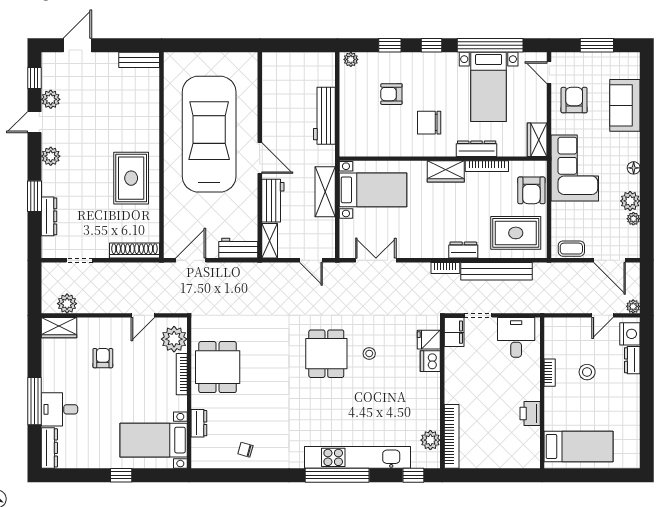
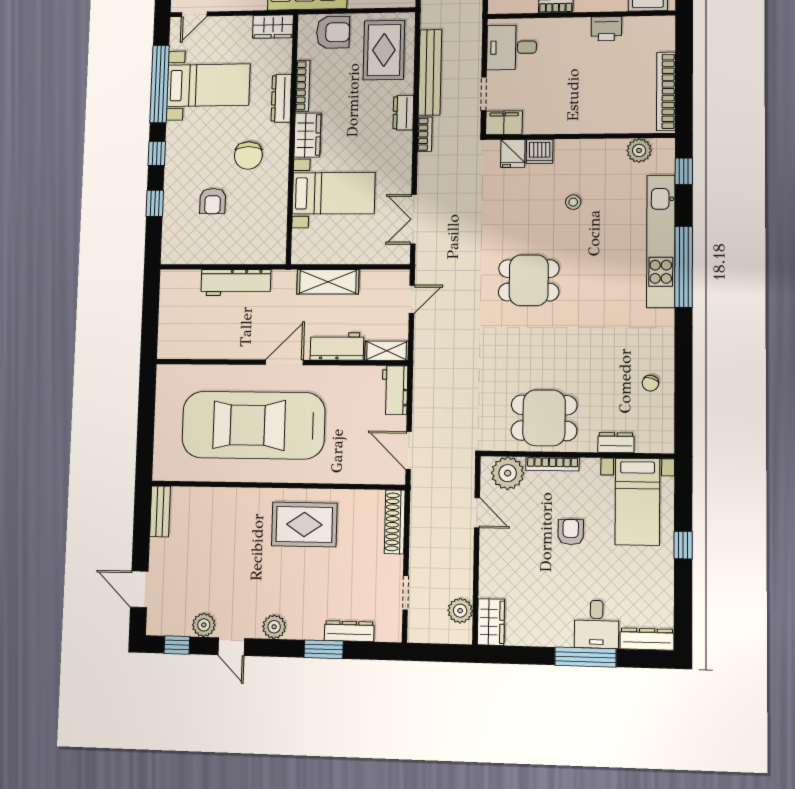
plant: (351, 59) -> (170, 250), removed
bed with nightstands: (373, 190) -> (334, 193), moved, turned 90
stool: (369, 353) -> (573, 202), moved
armchair: (103, 358) -> (571, 532), moved, turned 90
bookcase: (452, 436) -> (666, 91), moved, turned -90

